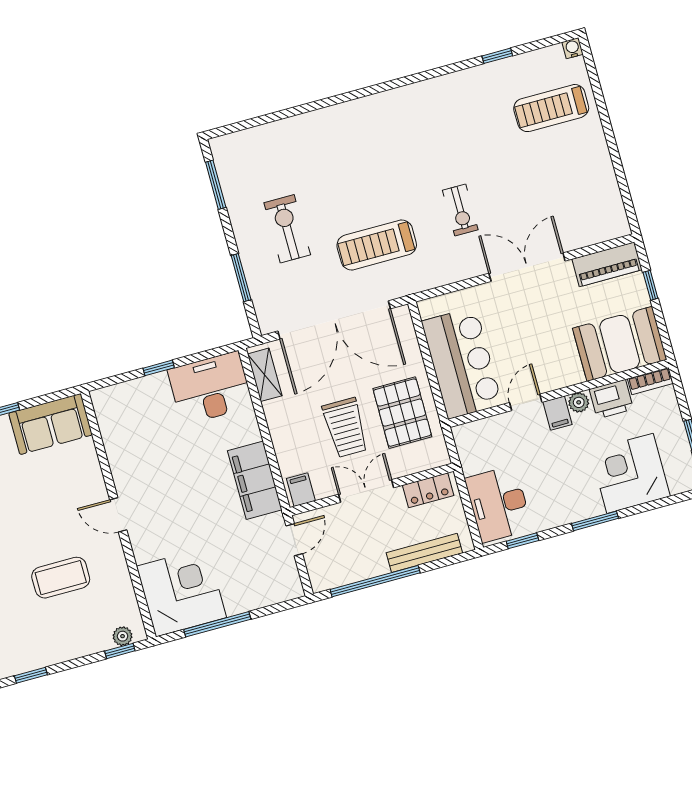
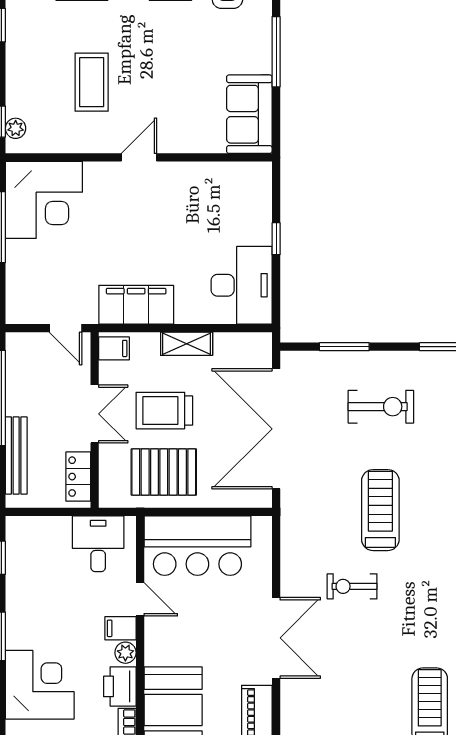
treadmill: (377, 245) -> (380, 510), moved
shelving: (265, 375) -> (187, 344), moved
desk: (499, 504) -> (98, 544), moved, width x0.73

